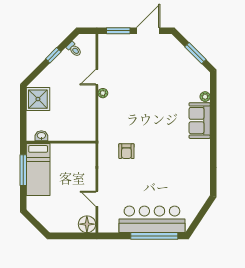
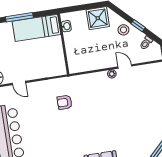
stool: (56, 72) -> (123, 30), added
window: (23, 170) -> (19, 17), moved
door: (97, 199) -> (19, 83), swing flipped

